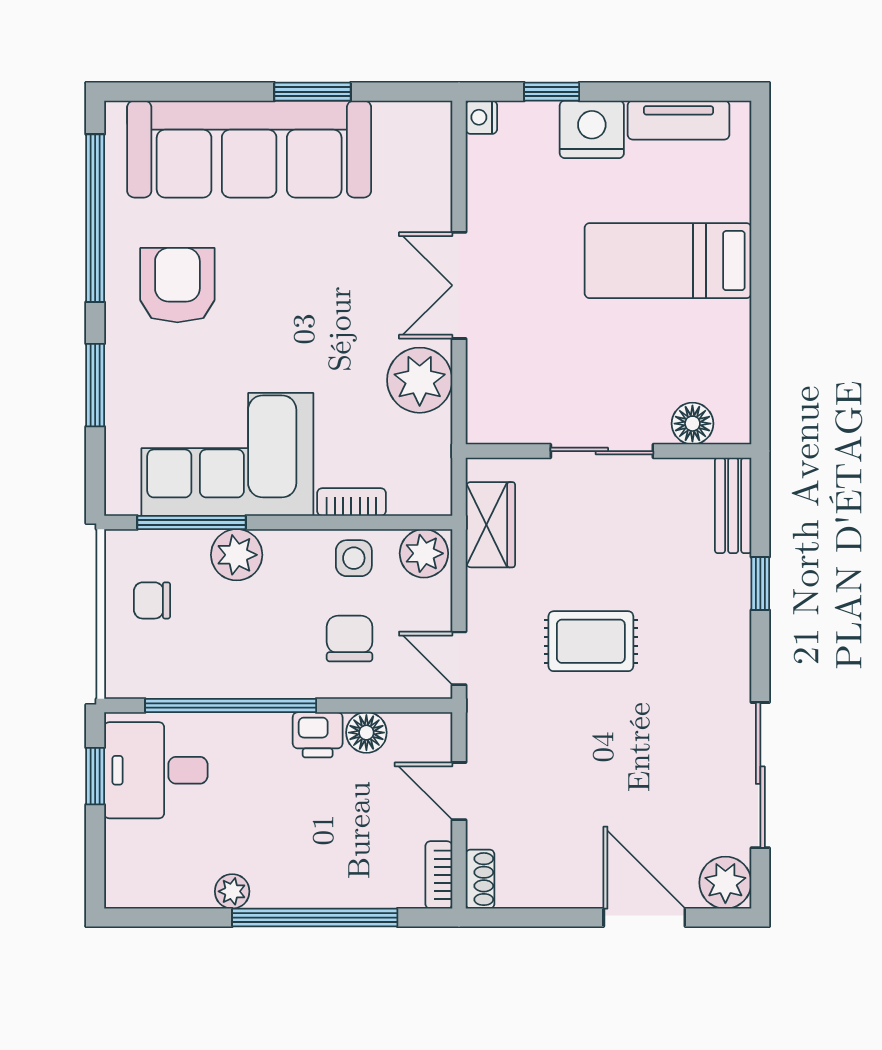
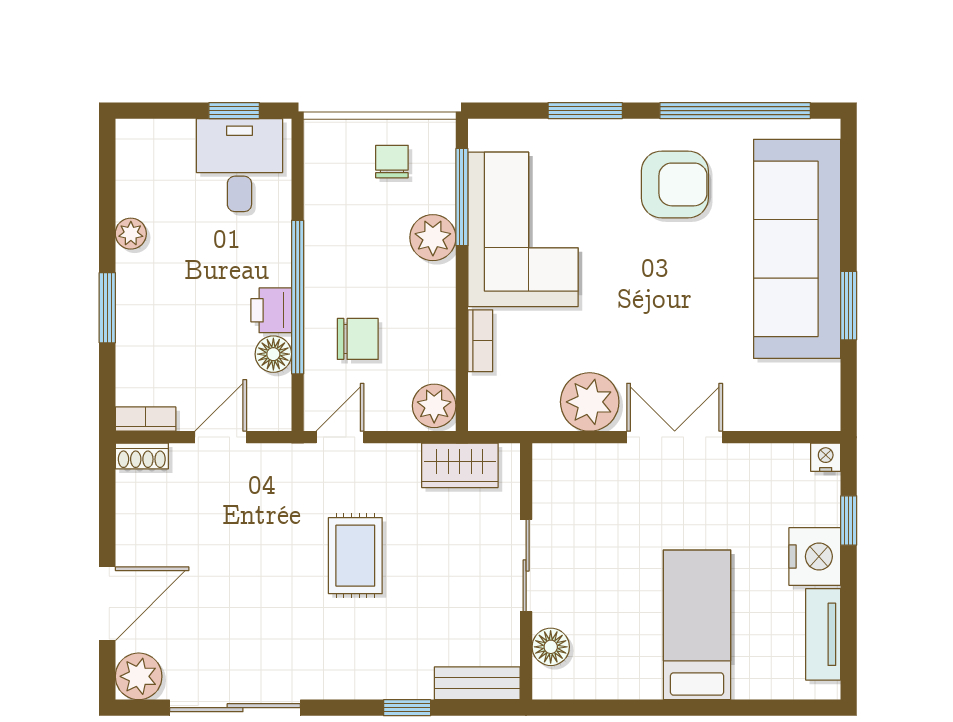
side table: (354, 558) -> (430, 343), removed
window: (231, 706) -> (298, 297), moved
window: (315, 918) -> (107, 308), width x0.47

